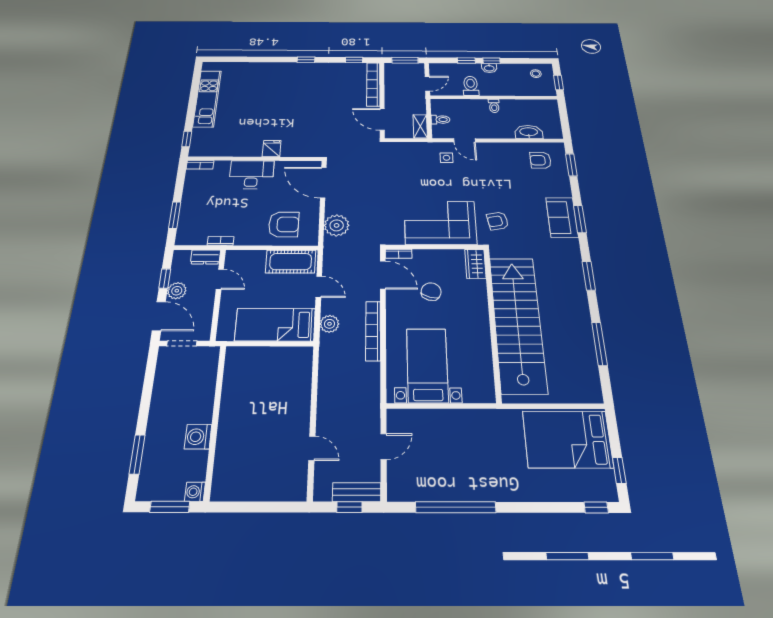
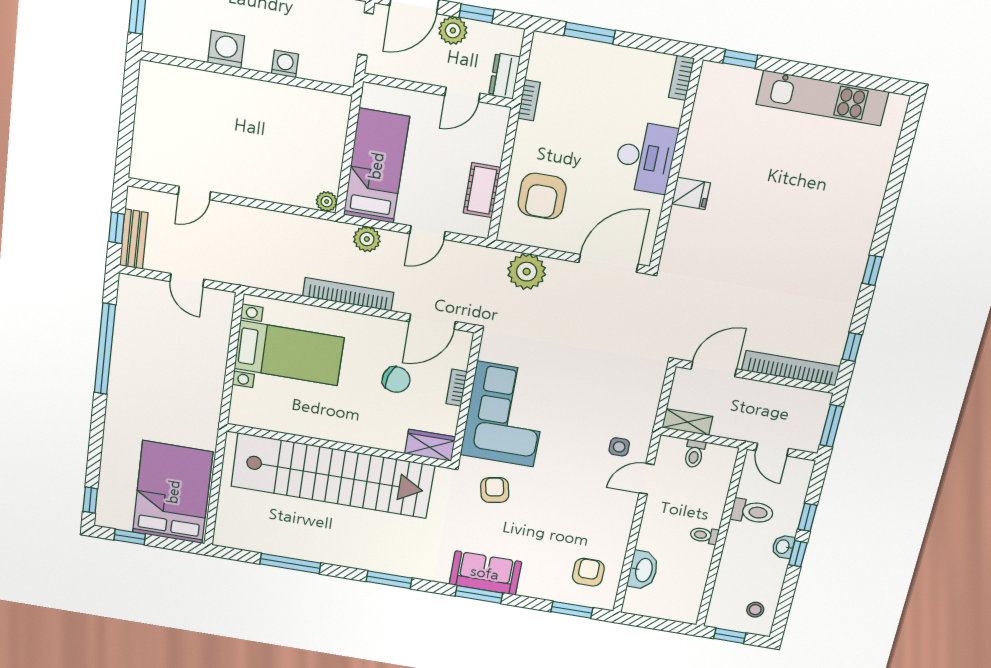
bookcase: (399, 254) -> (457, 388), moved
cot: (291, 262) -> (482, 190), width x0.73, depth x0.75
plant: (306, 354) -> (327, 202), added
washing machine: (195, 492) -> (285, 64), moved

